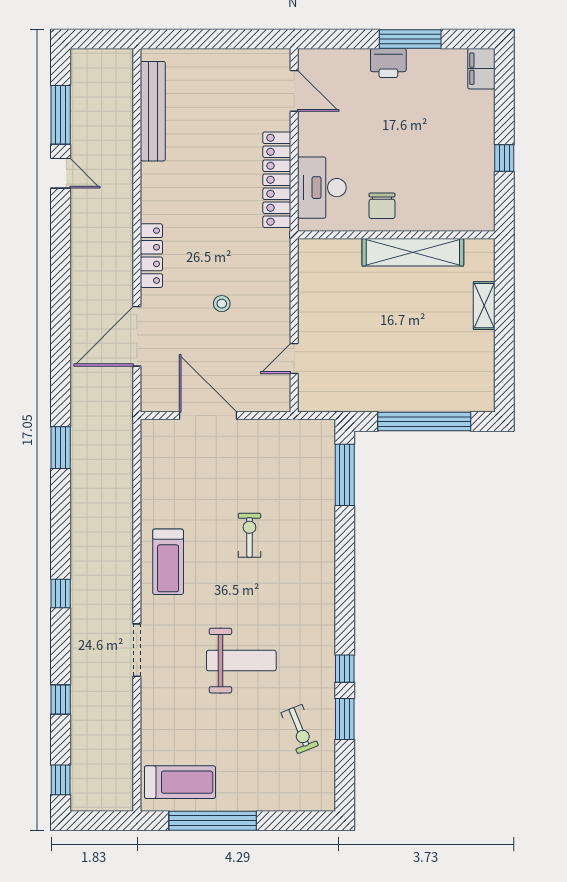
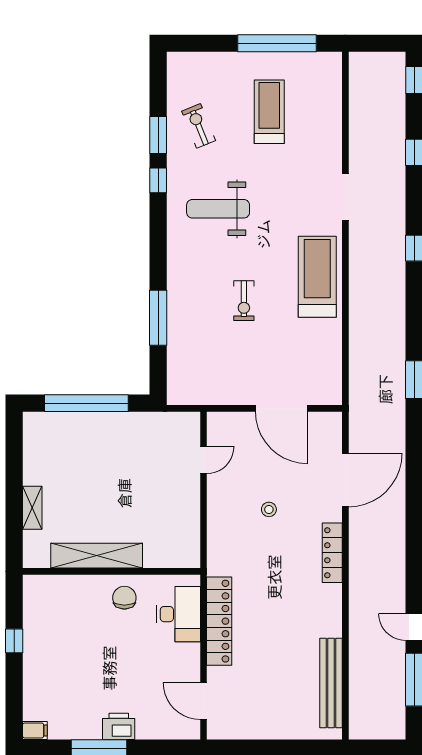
filing cabinet: (481, 69) -> (35, 730), width x0.50
window: (345, 475) -> (158, 318), moved
treadmill: (168, 562) -> (317, 277), width x1.37, depth x1.38
weight bench: (241, 661) -> (218, 209), moved
treadmill: (180, 782) -> (269, 112), moved, turned 90

